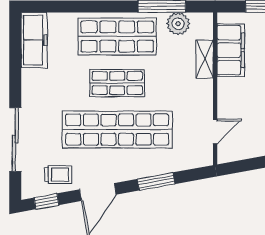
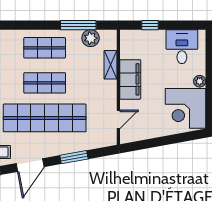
shop shelf: (117, 37) -> (45, 48), width x0.70, depth x0.74
filing cabinet: (231, 50) -> (130, 79), moved

